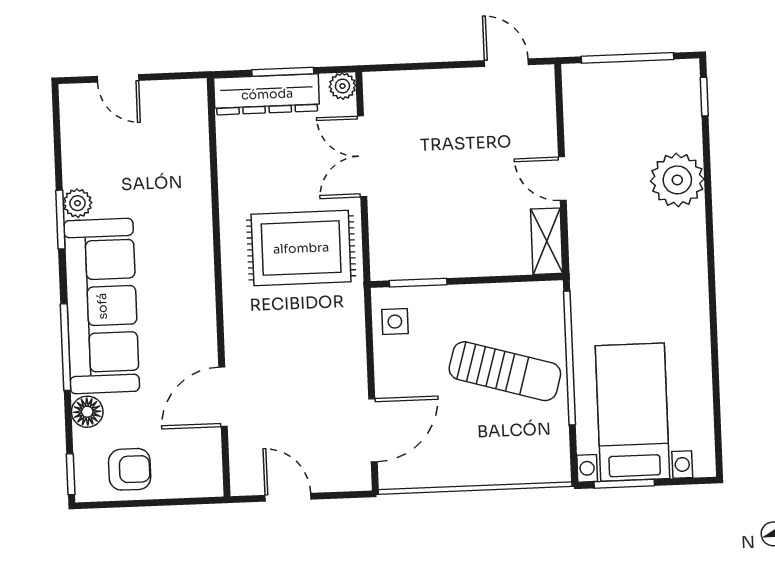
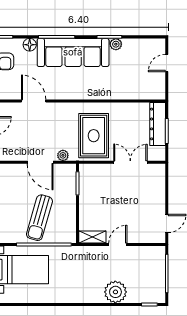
plant: (342, 86) -> (63, 155), moved
side table: (395, 322) -> (62, 173), removed
door: (373, 430) -> (40, 162), moved

